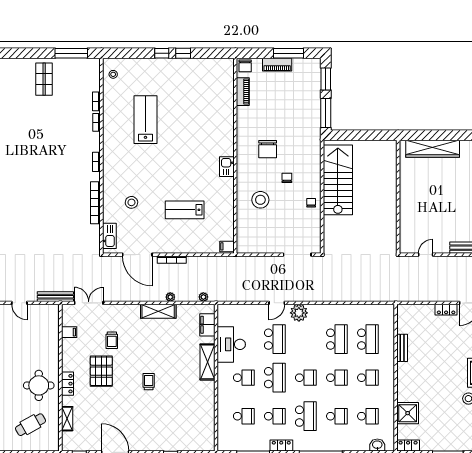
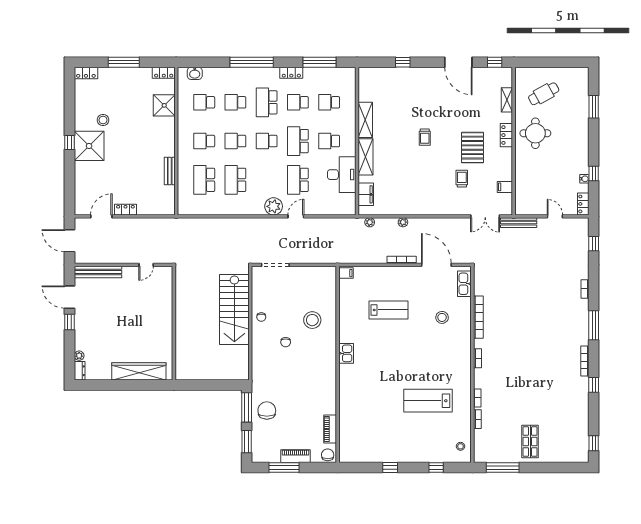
window: (162, 53) -> (436, 467), moved
lab bench: (145, 120) -> (428, 401), turned 90
chair: (268, 149) -> (267, 411), moved
stairs: (338, 180) -> (234, 310), moved
shelving: (158, 311) -> (365, 120), moved, turned 90

